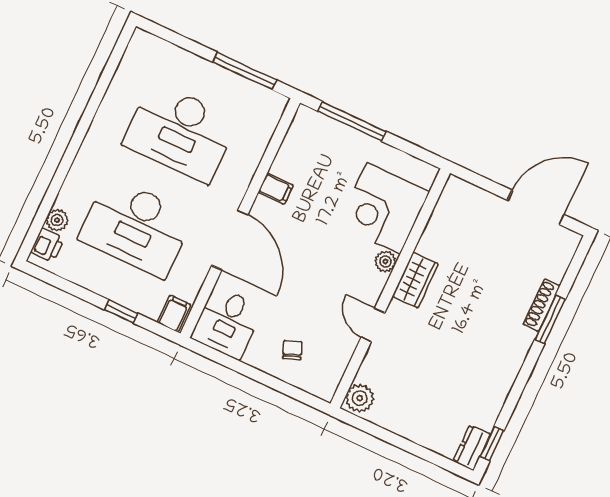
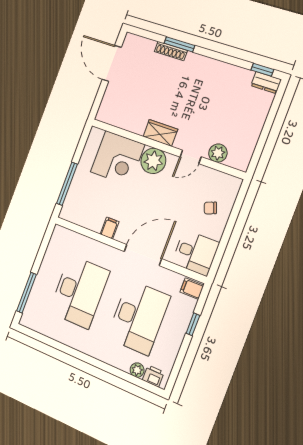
window: (245, 71) -> (27, 293), moved
plant: (385, 261) -> (153, 161), width x1.88, depth x1.88
plant: (360, 398) -> (218, 153), moved

